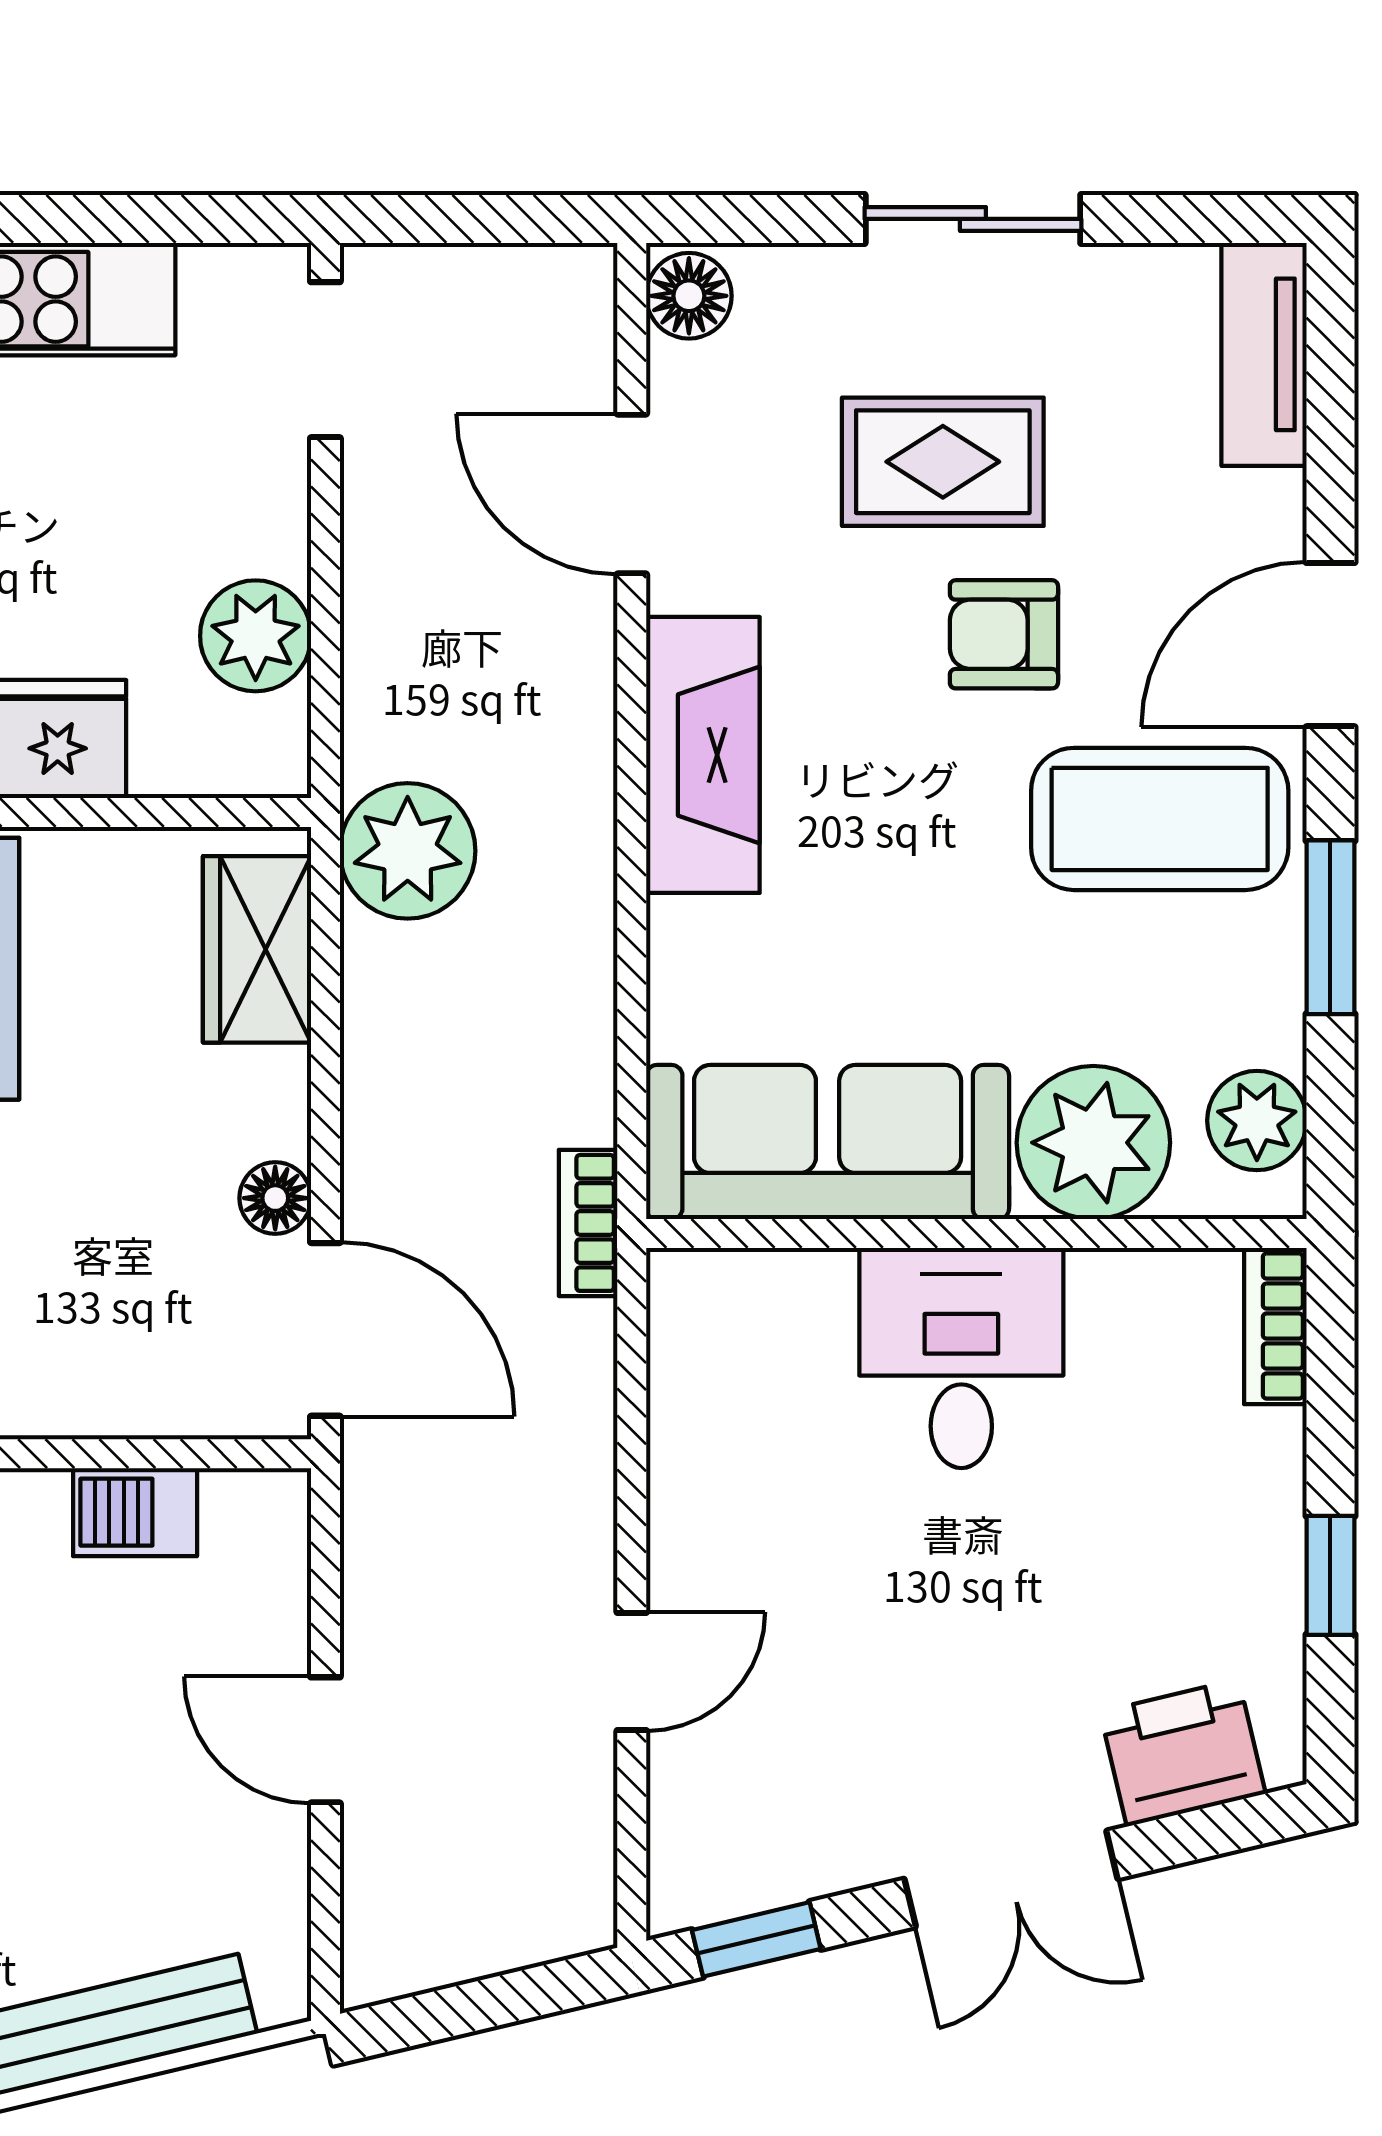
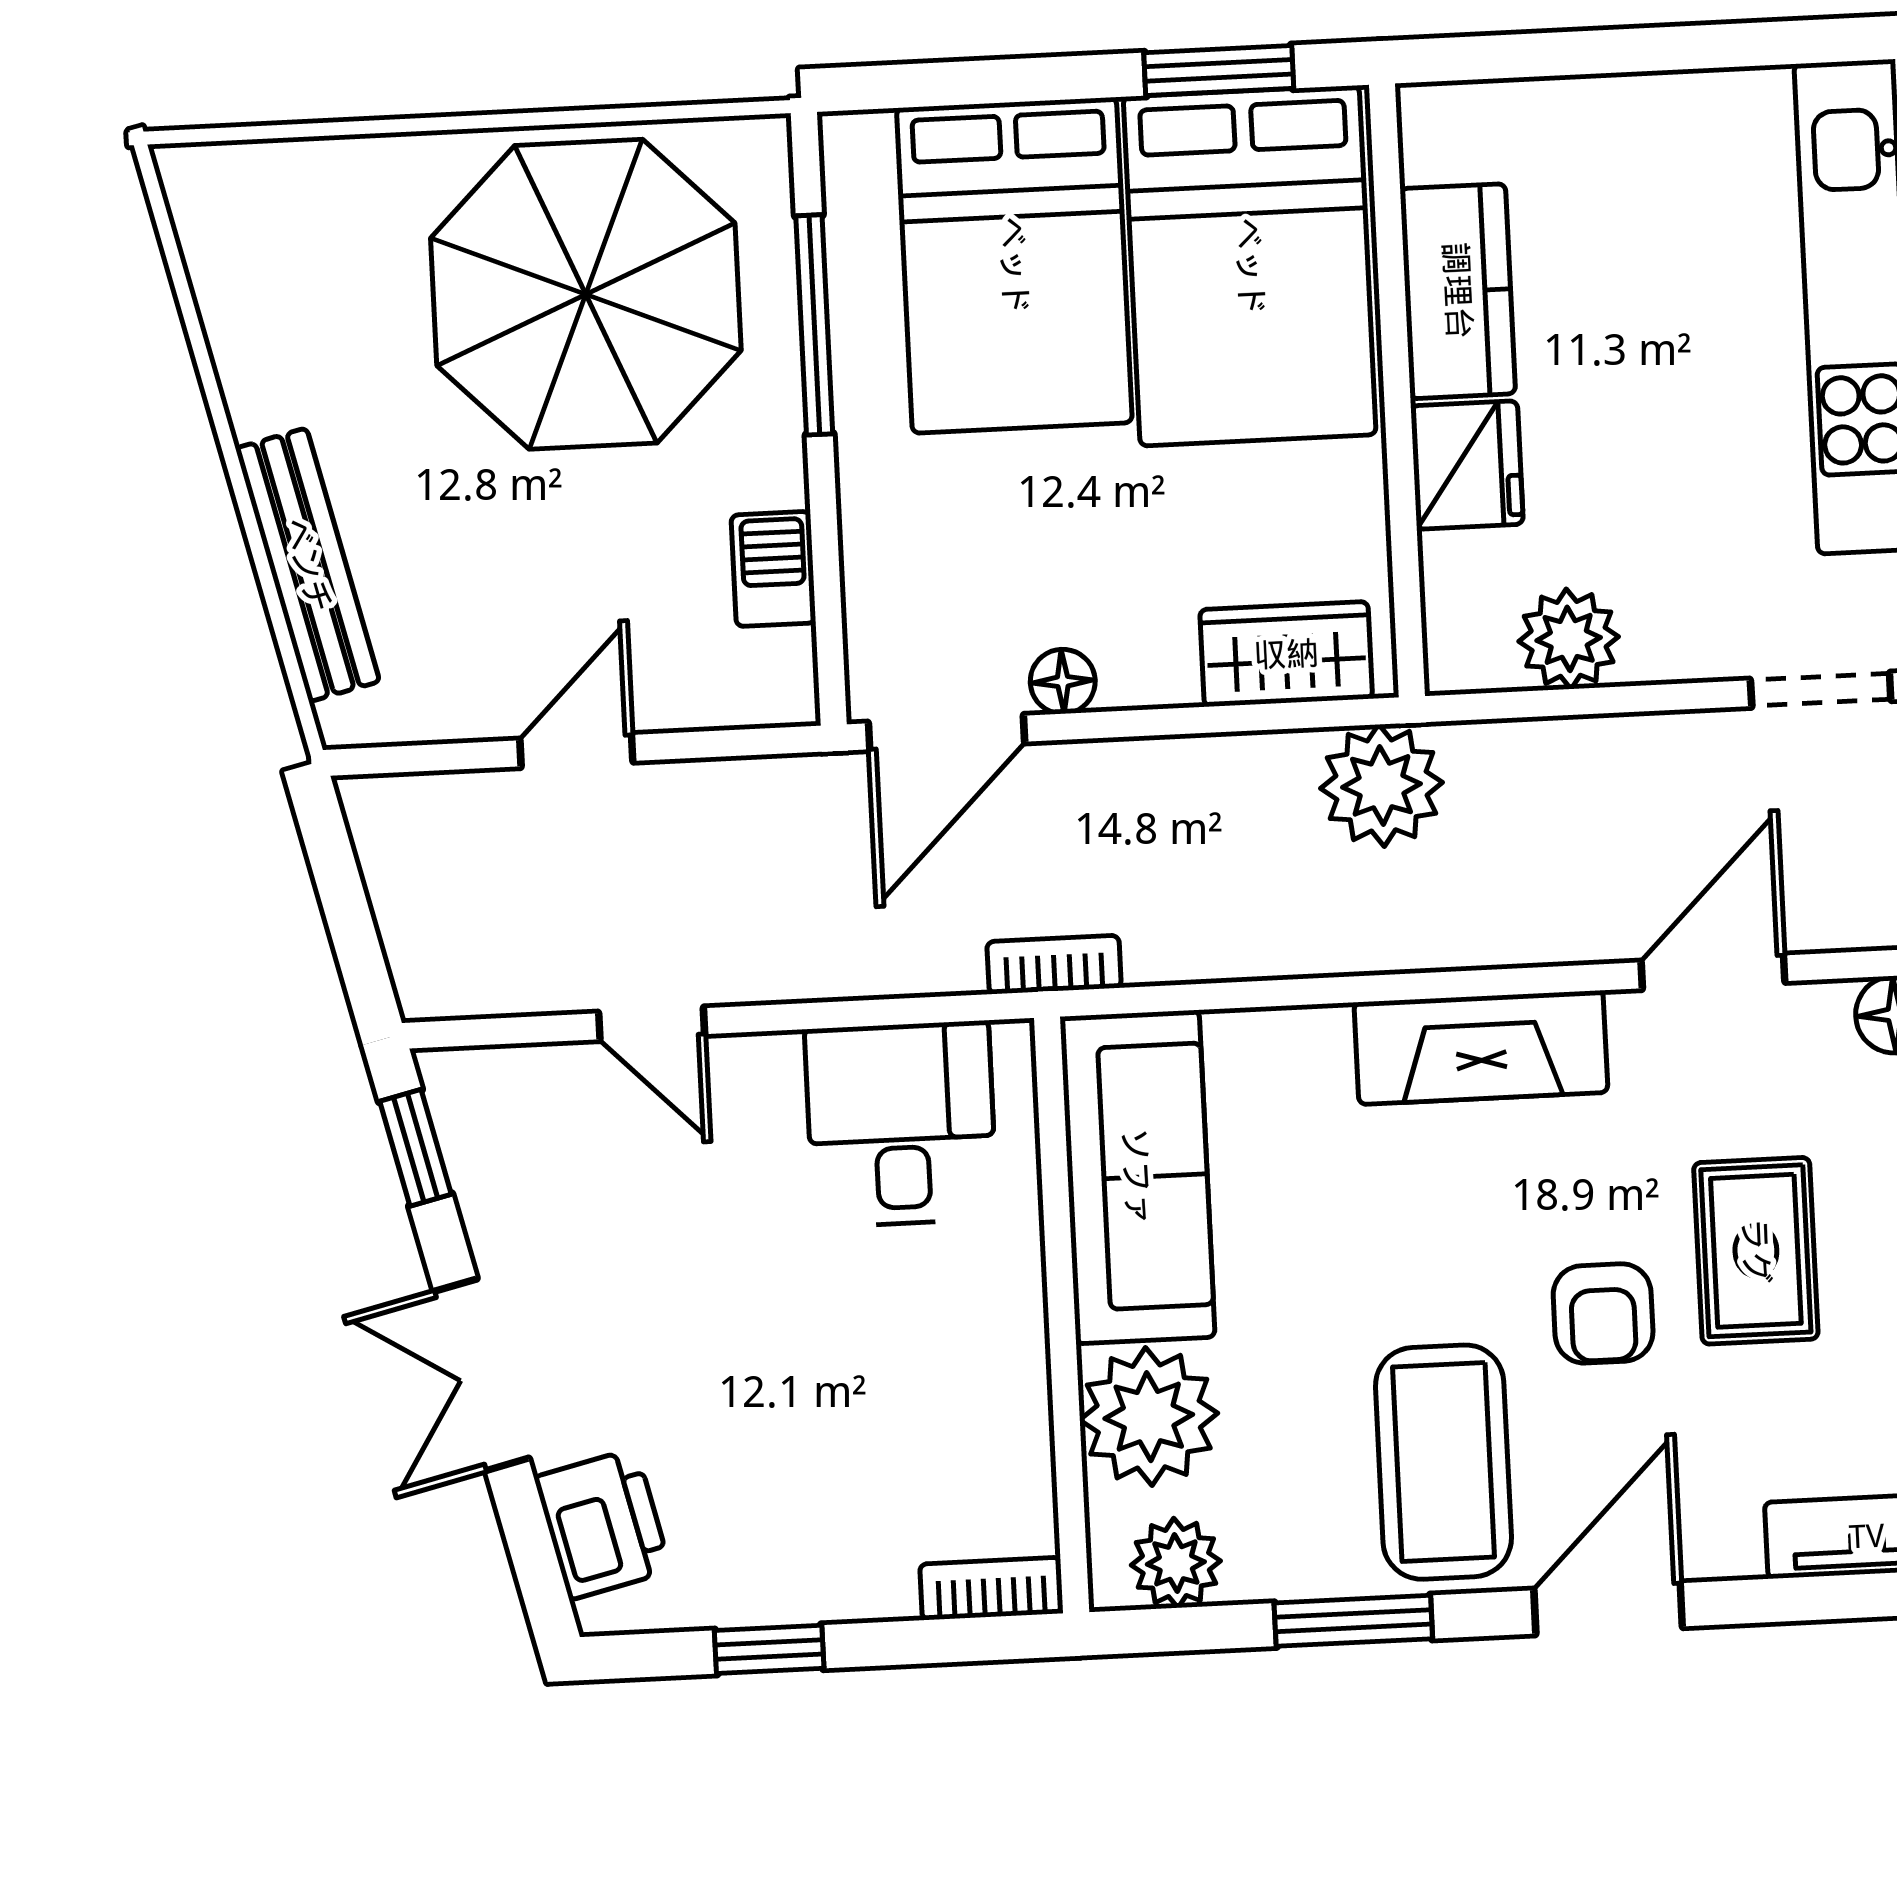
armchair: (1004, 634) -> (1603, 1313), turned 180
door: (1330, 645) -> (1608, 1608), hinge flipped
desk: (961, 1358) -> (901, 1124), moved, turned -90

